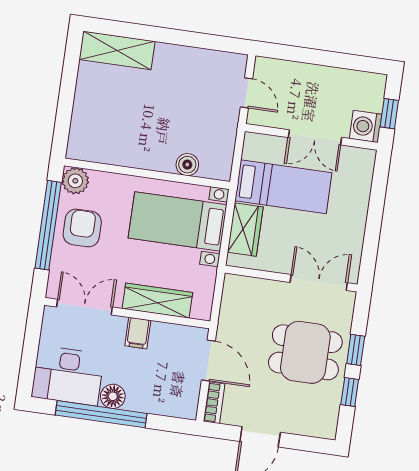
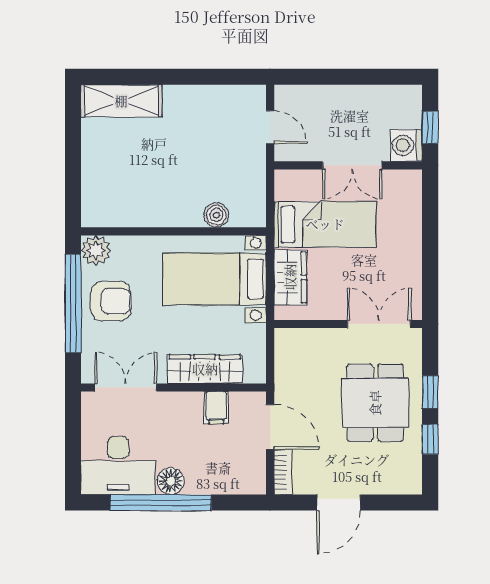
armchair: (82, 228) -> (111, 301), turned 90
filing cabinet: (138, 333) -> (216, 408), moved
dining table: (305, 352) -> (375, 403), turned 90

